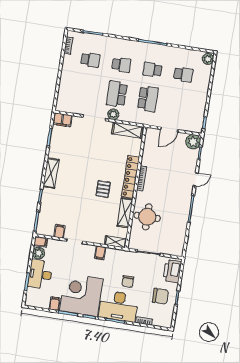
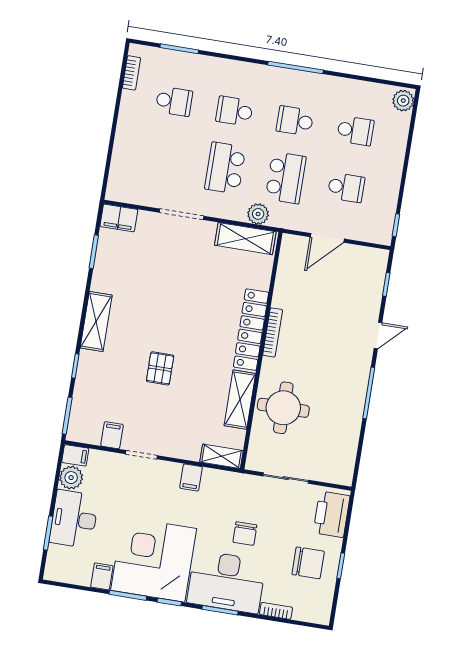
school desk: (121, 65) -> (234, 111), turned 180
school desk: (179, 104) -> (346, 188), added
plant: (113, 114) -> (258, 214), moved
plant: (193, 142) -> (374, 262), removed
pallet: (103, 189) -> (160, 368), moved

